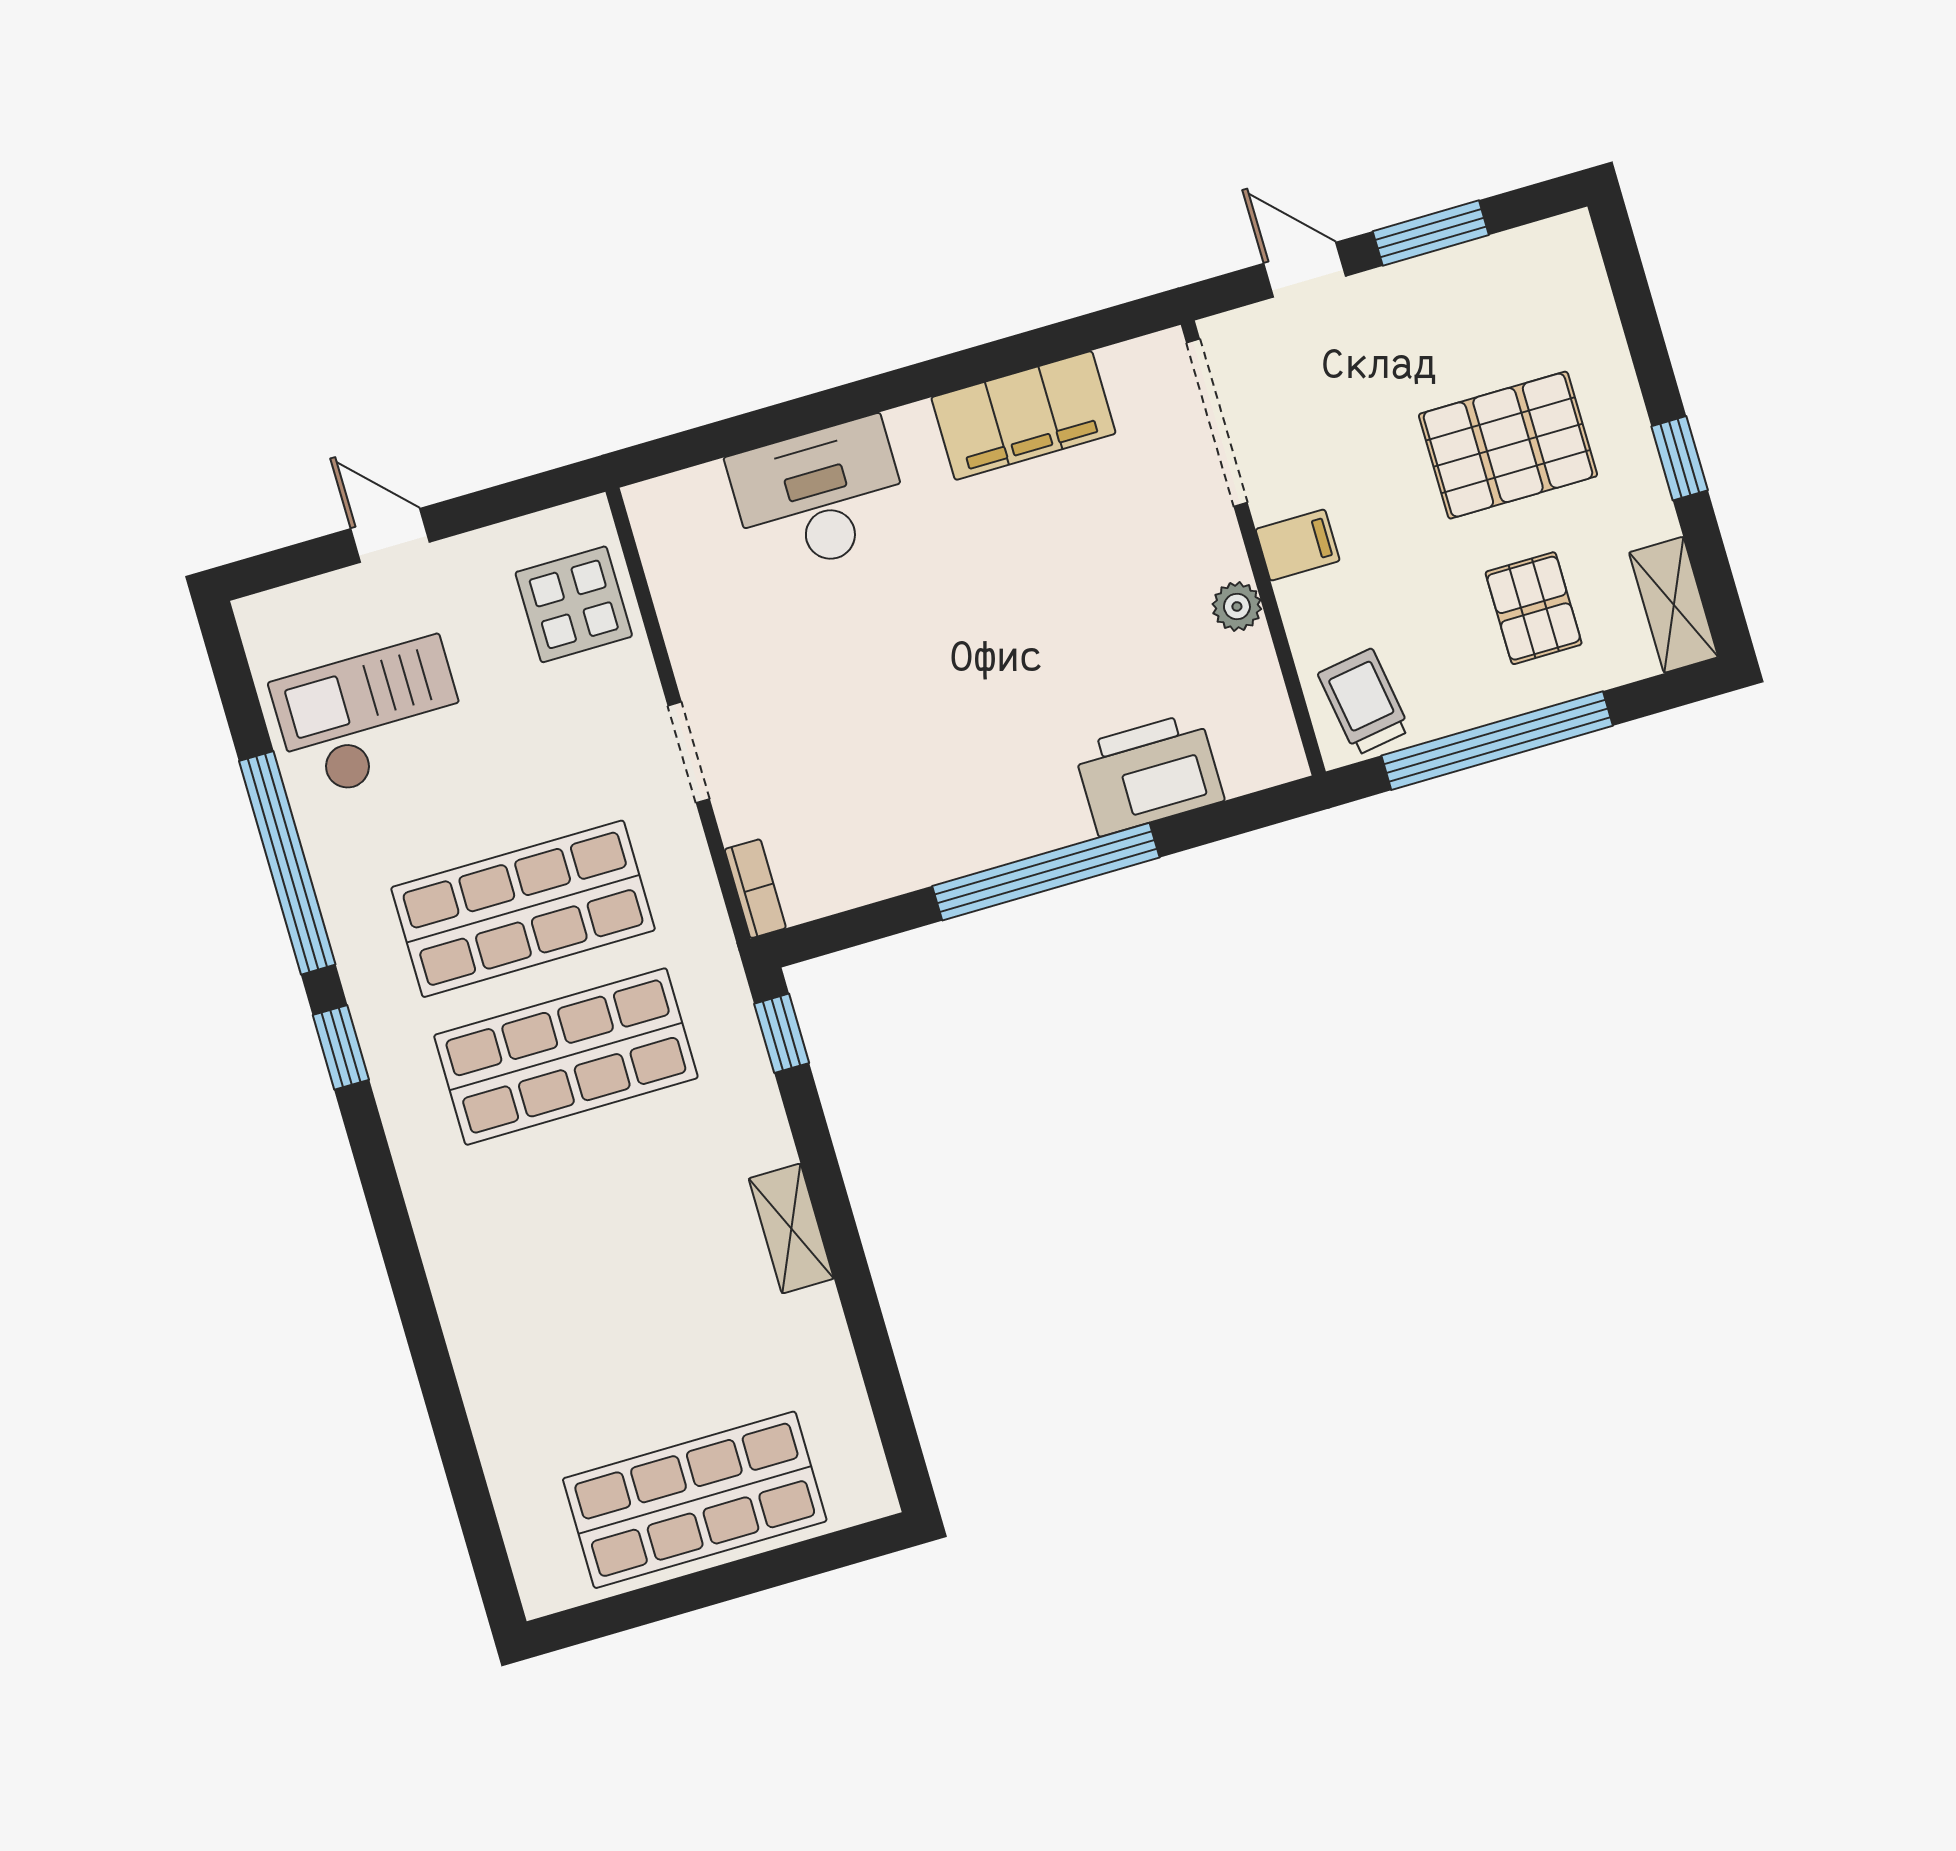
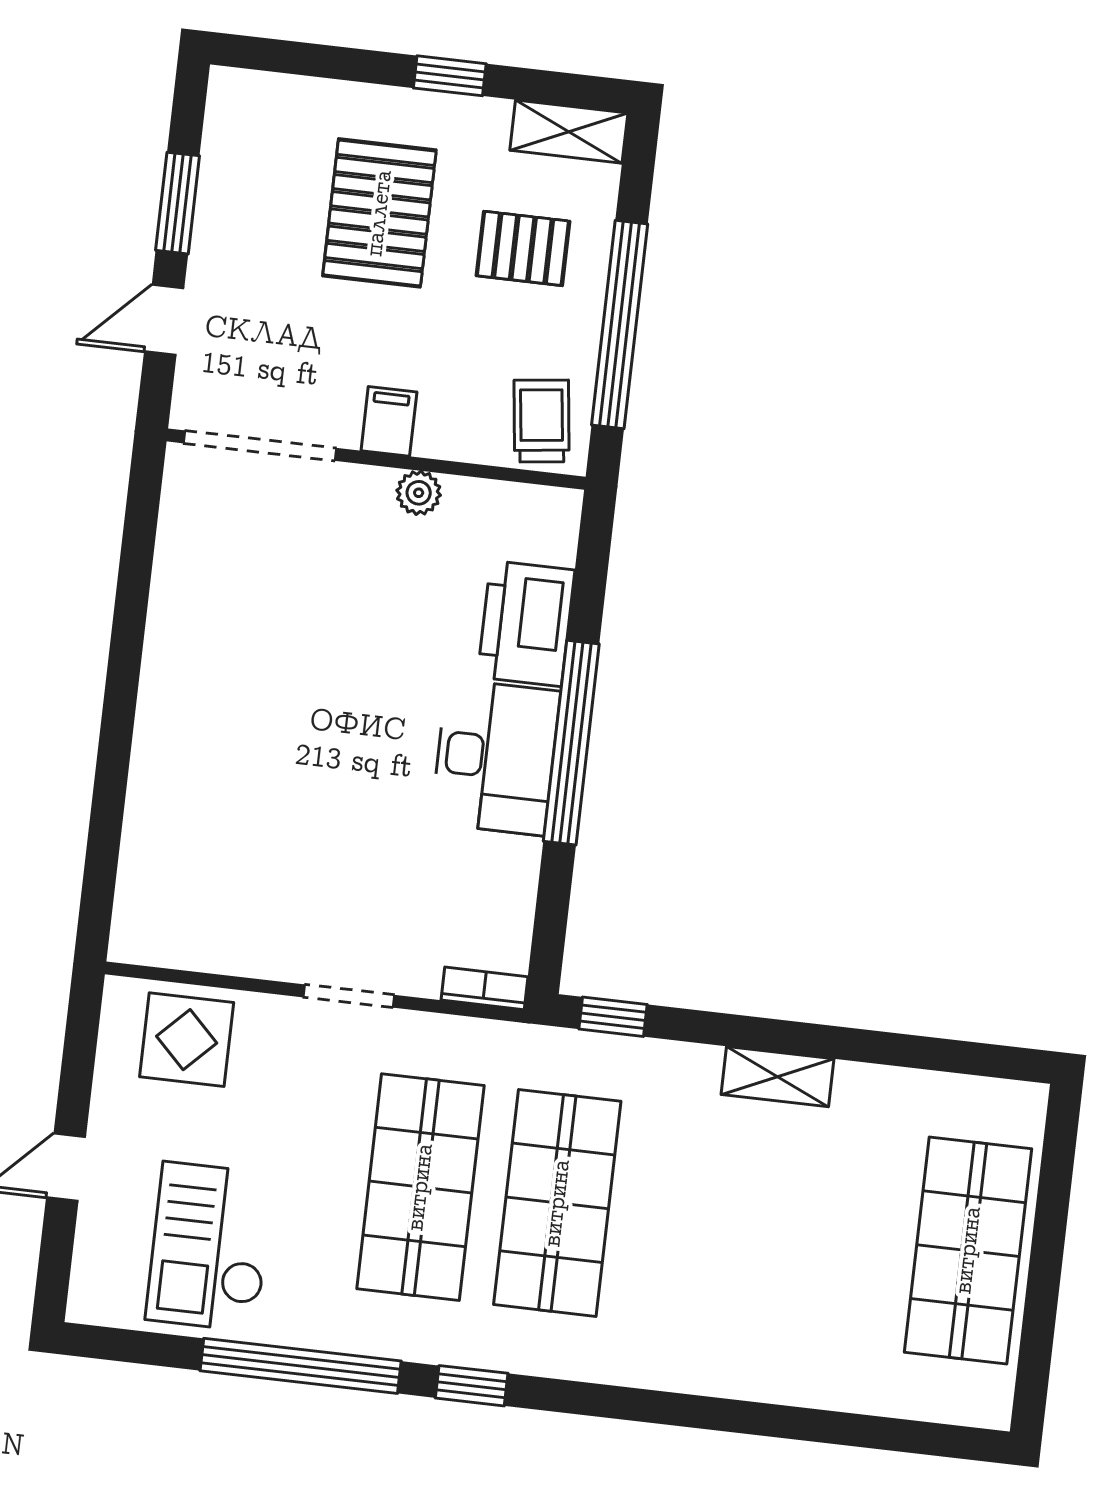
filing cabinet: (1023, 415) -> (187, 603), removed
desk: (819, 496) -> (495, 757), moved, turned 180
trolley: (1364, 702) -> (542, 421), turned 92

